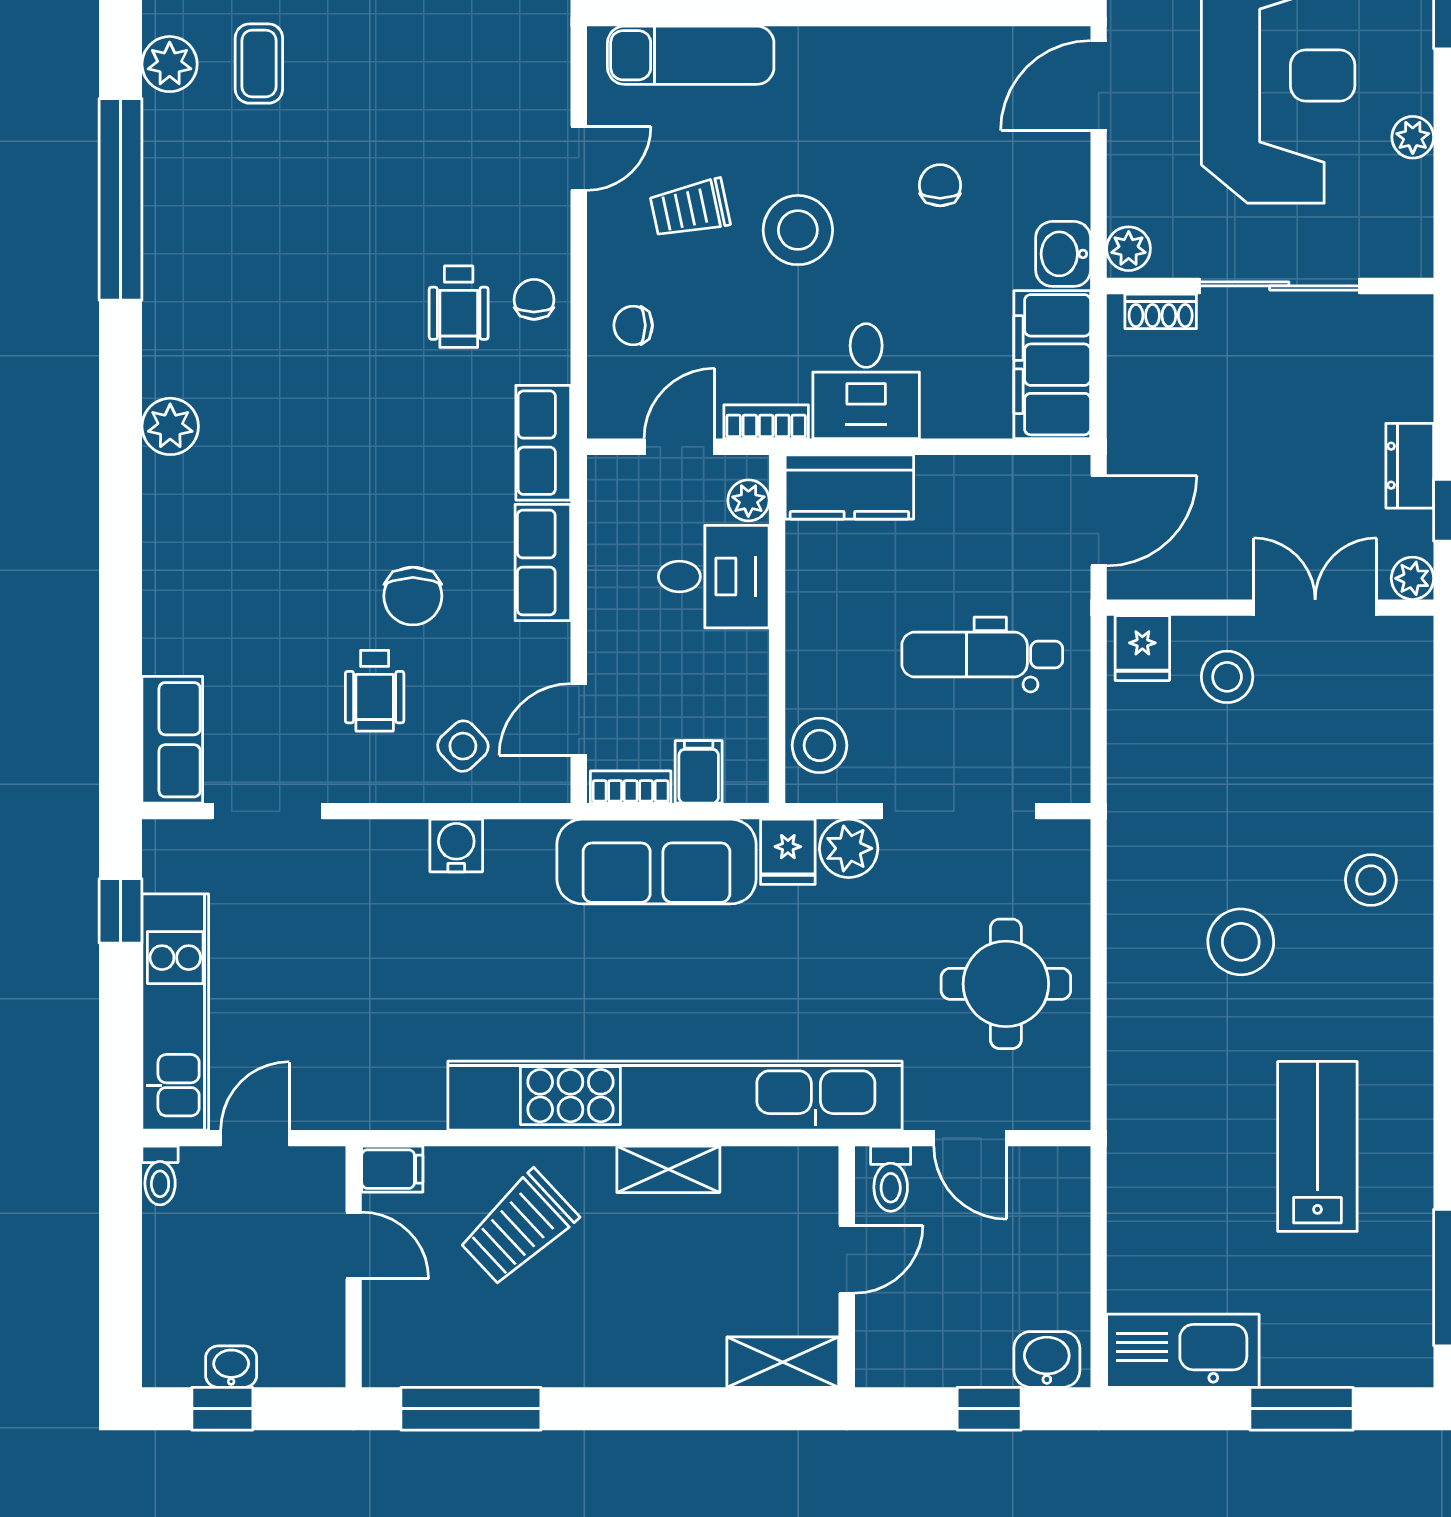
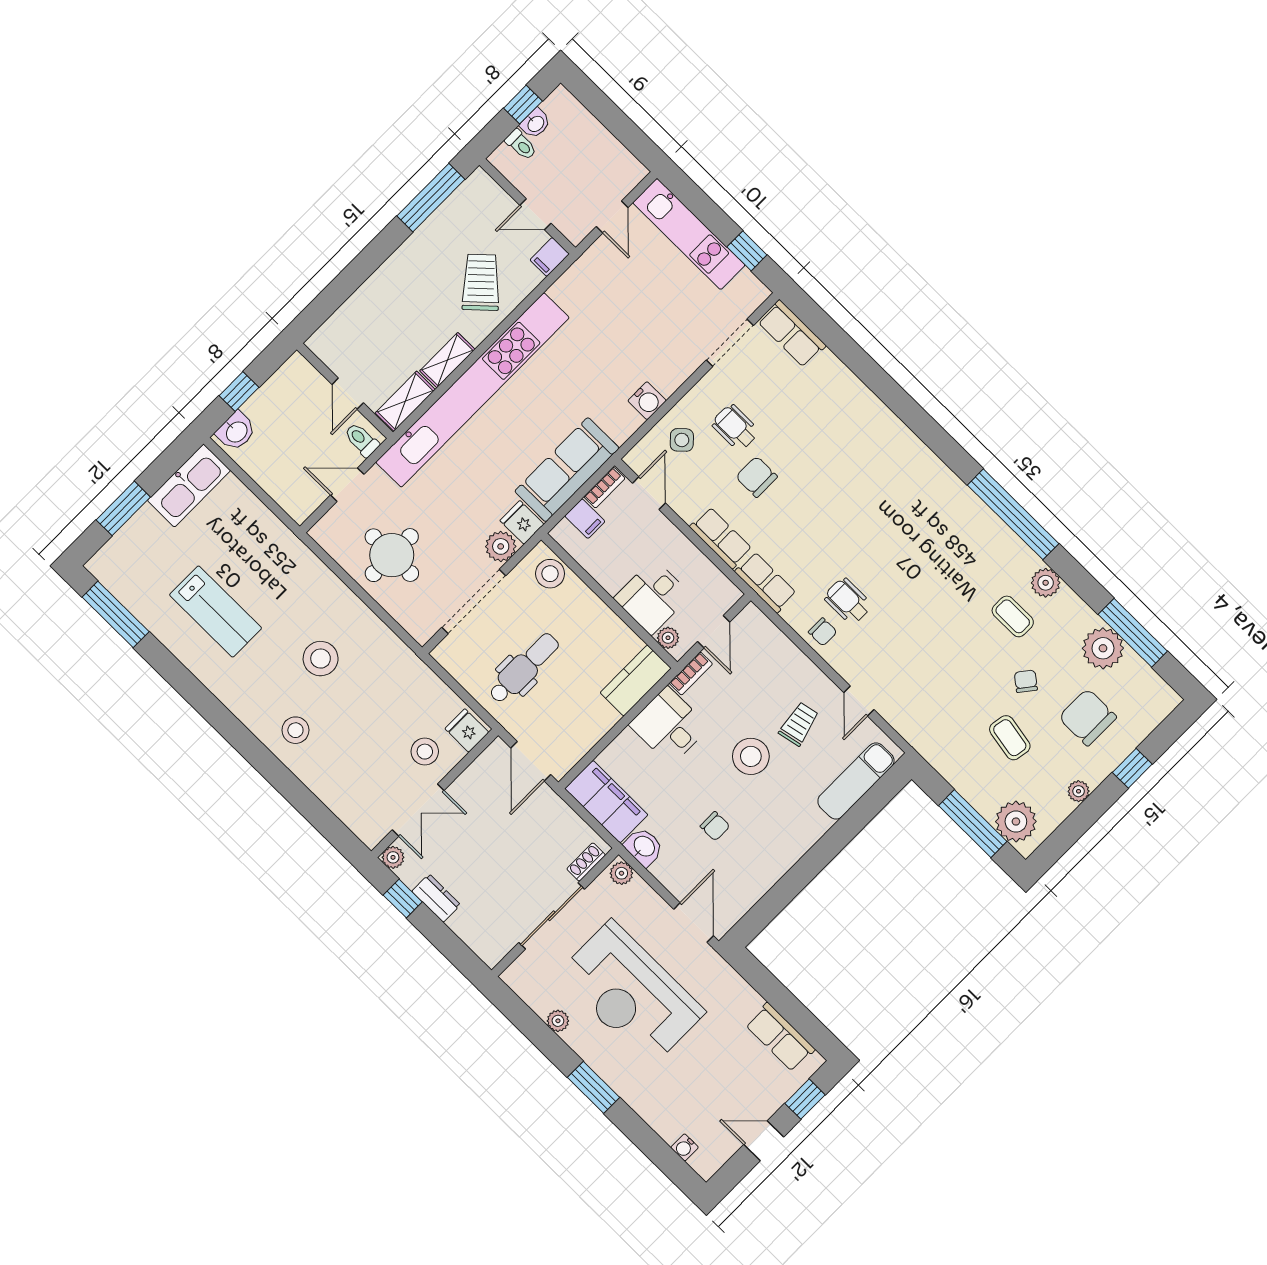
chair: (633, 325) -> (776, 659), removed
plant: (170, 426) -> (910, 449), removed
toilet: (160, 1176) -> (521, 145), moved, turned 180
shelving: (783, 1362) -> (405, 401), moved

